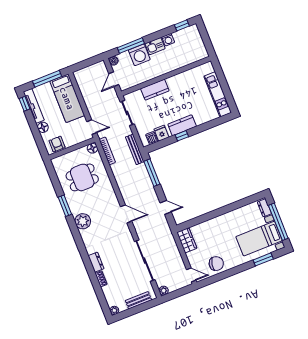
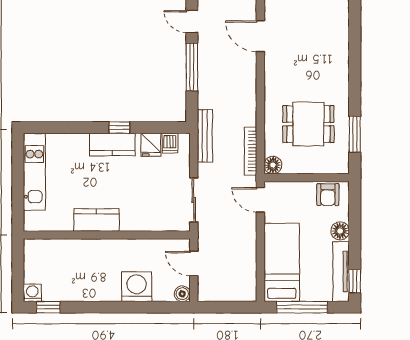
washing machine: (168, 40) -> (32, 293), moved
window: (131, 46) -> (144, 307), removed
kitchen sink: (155, 46) -> (105, 291), removed
door: (114, 79) -> (194, 263), swing flipped
kitchen counter: (155, 90) -> (97, 220), moved
window: (152, 173) -> (192, 67), moved
window: (65, 206) -> (355, 134), moved
plant: (83, 221) -> (336, 52), removed

